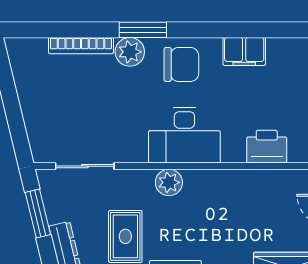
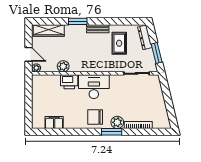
filing cabinet: (244, 51) -> (54, 123), moved
printer: (267, 147) -> (69, 82), moved
plant: (169, 182) -> (63, 66), moved

